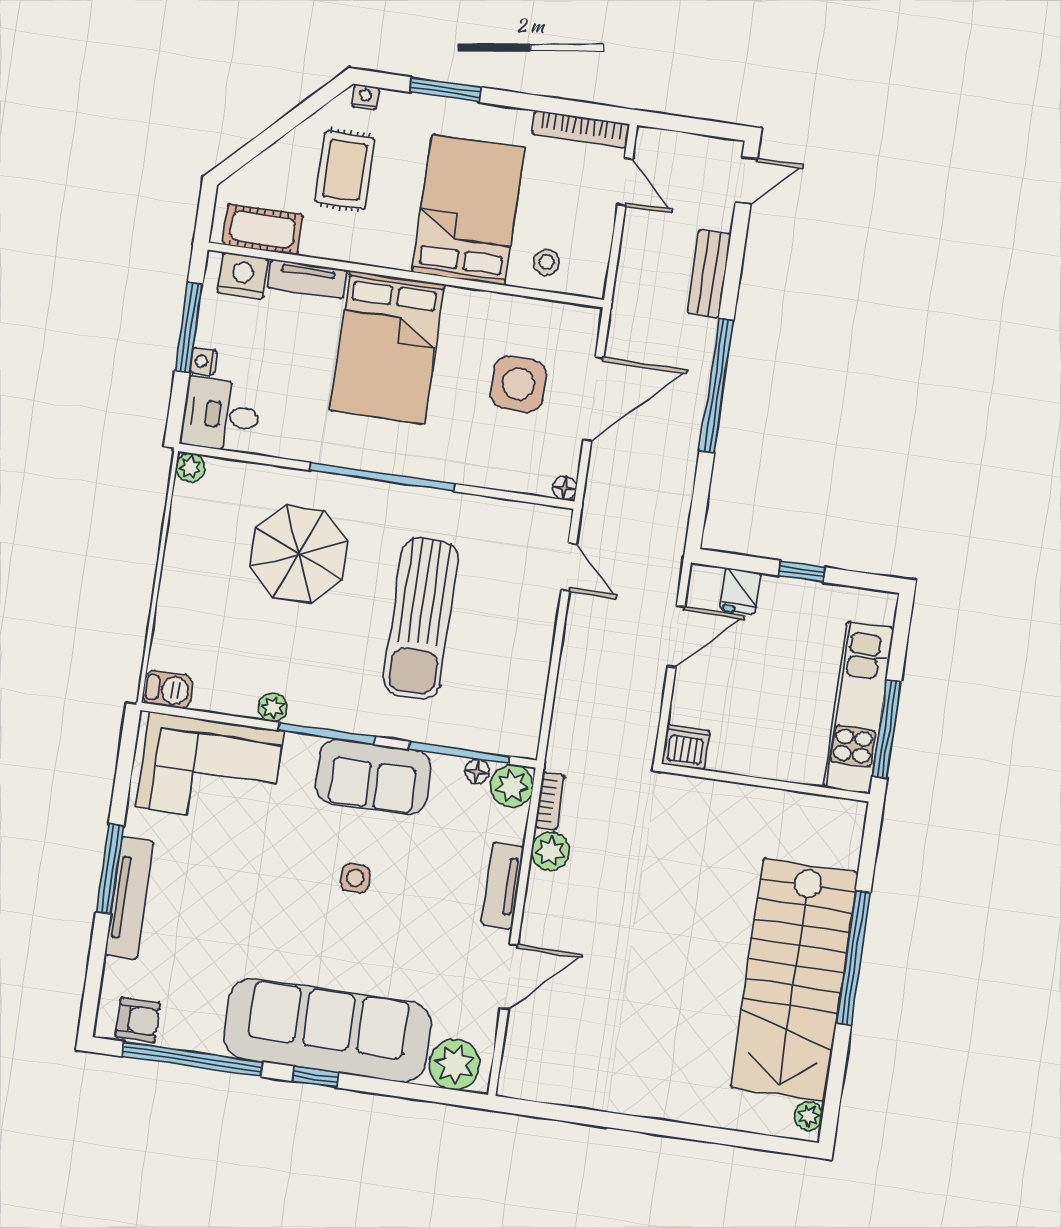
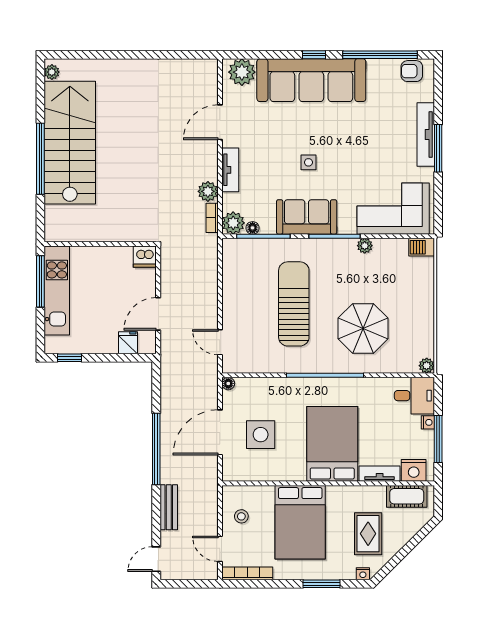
stool: (547, 262) -> (241, 516), moved
window: (802, 571) -> (70, 358), moved

